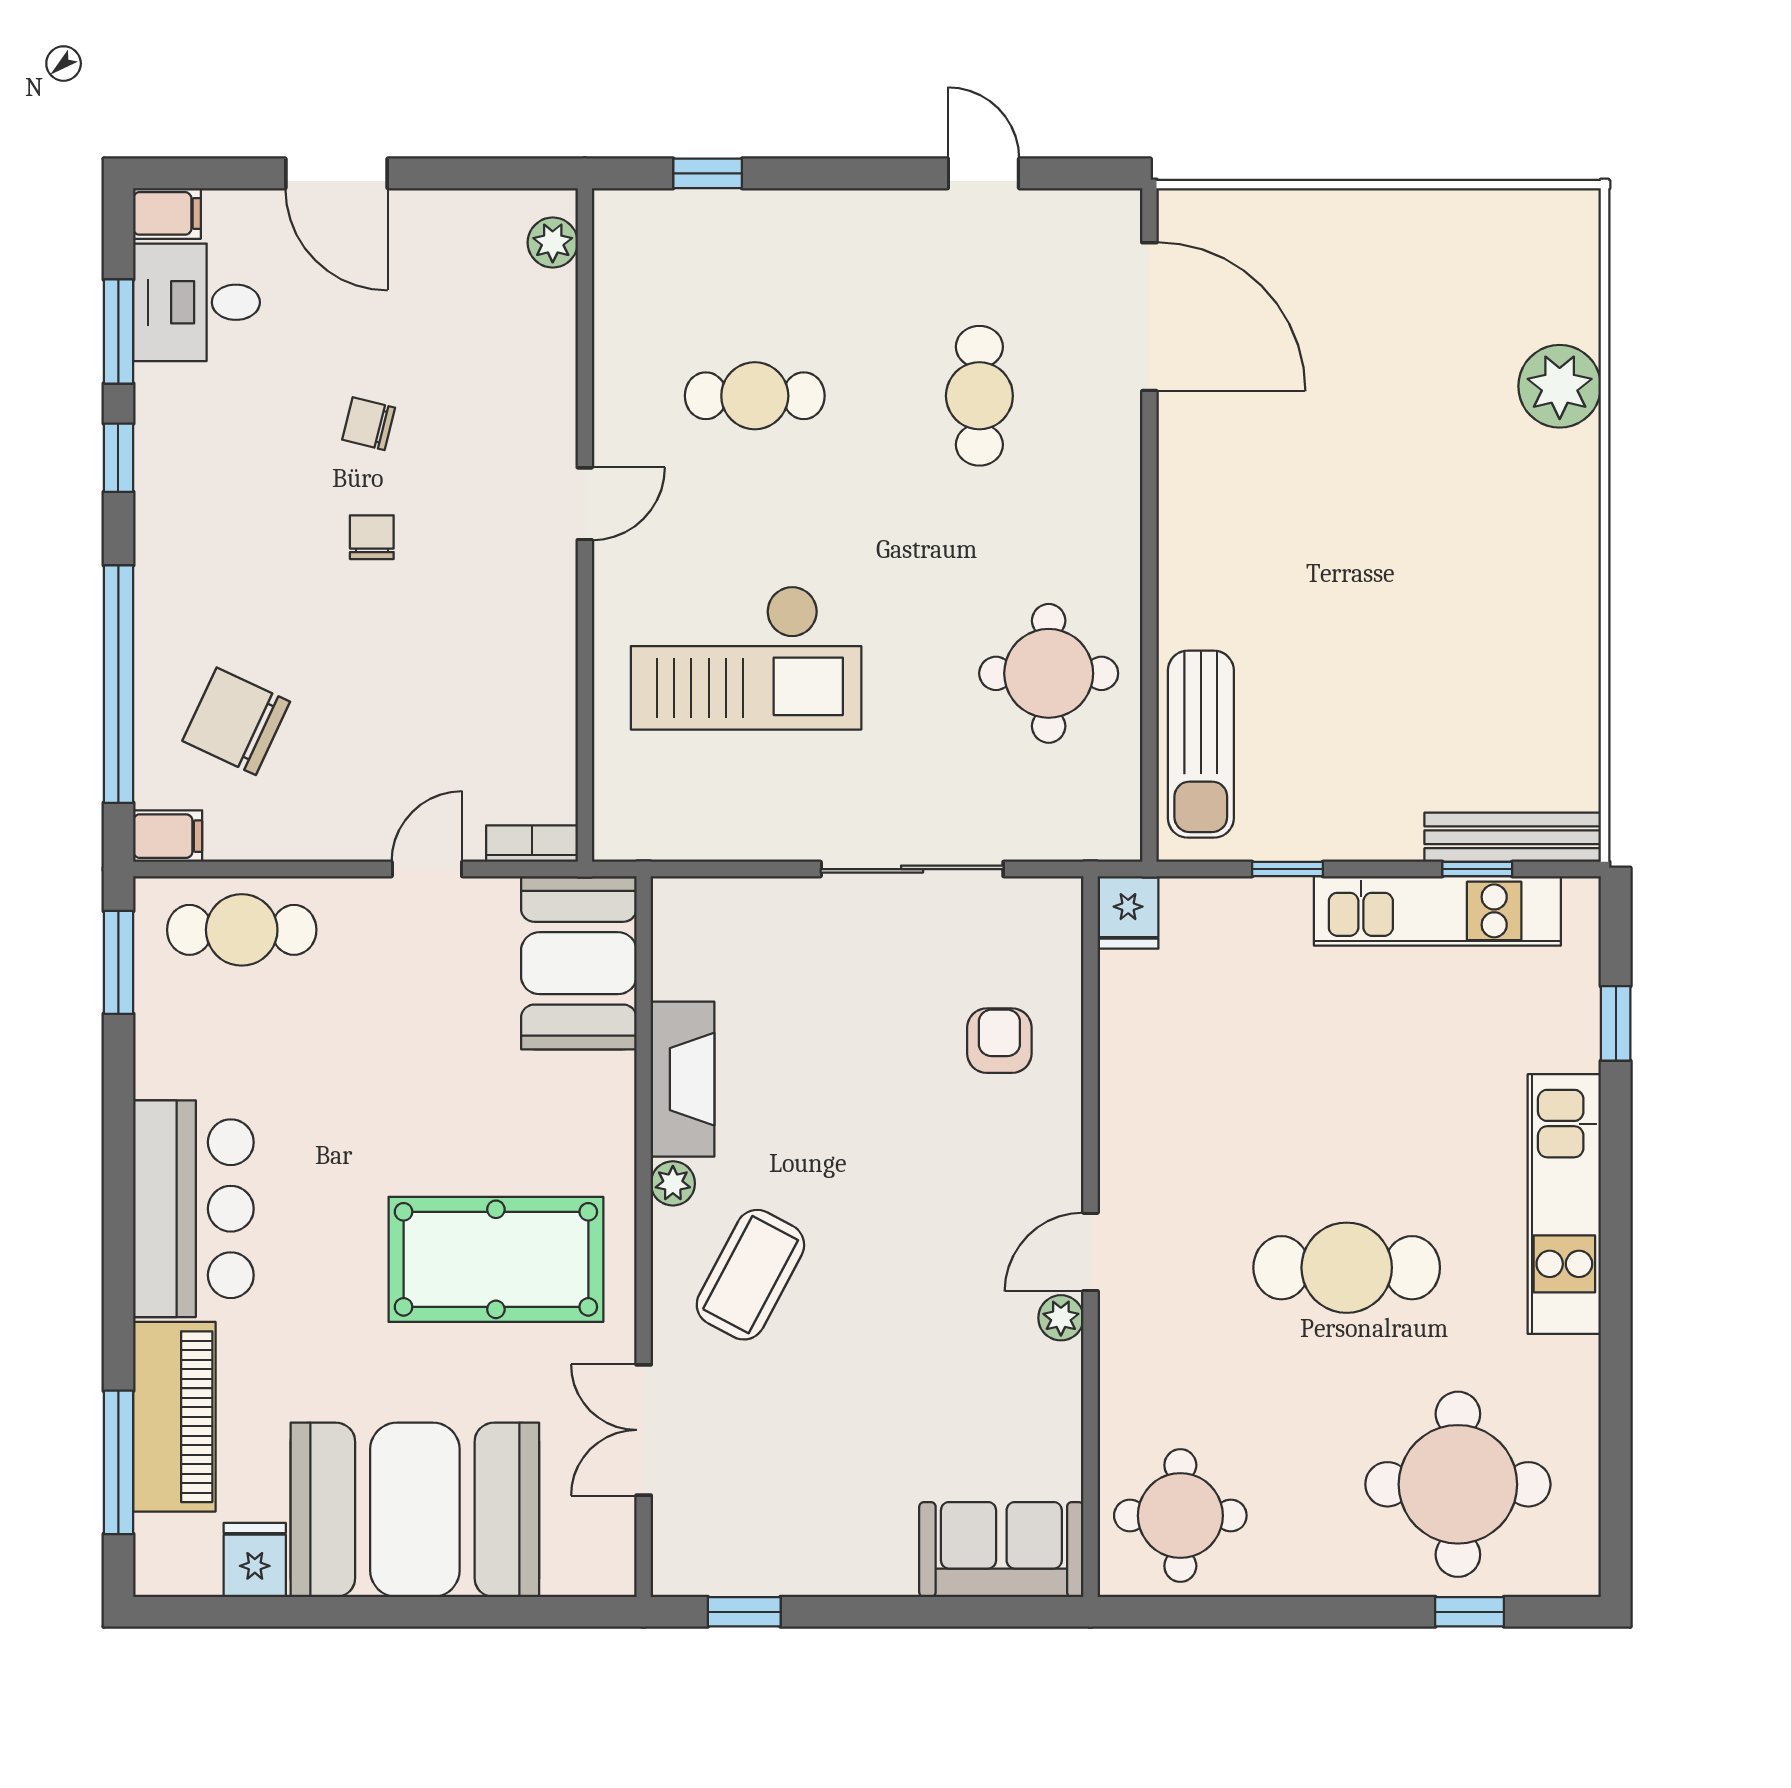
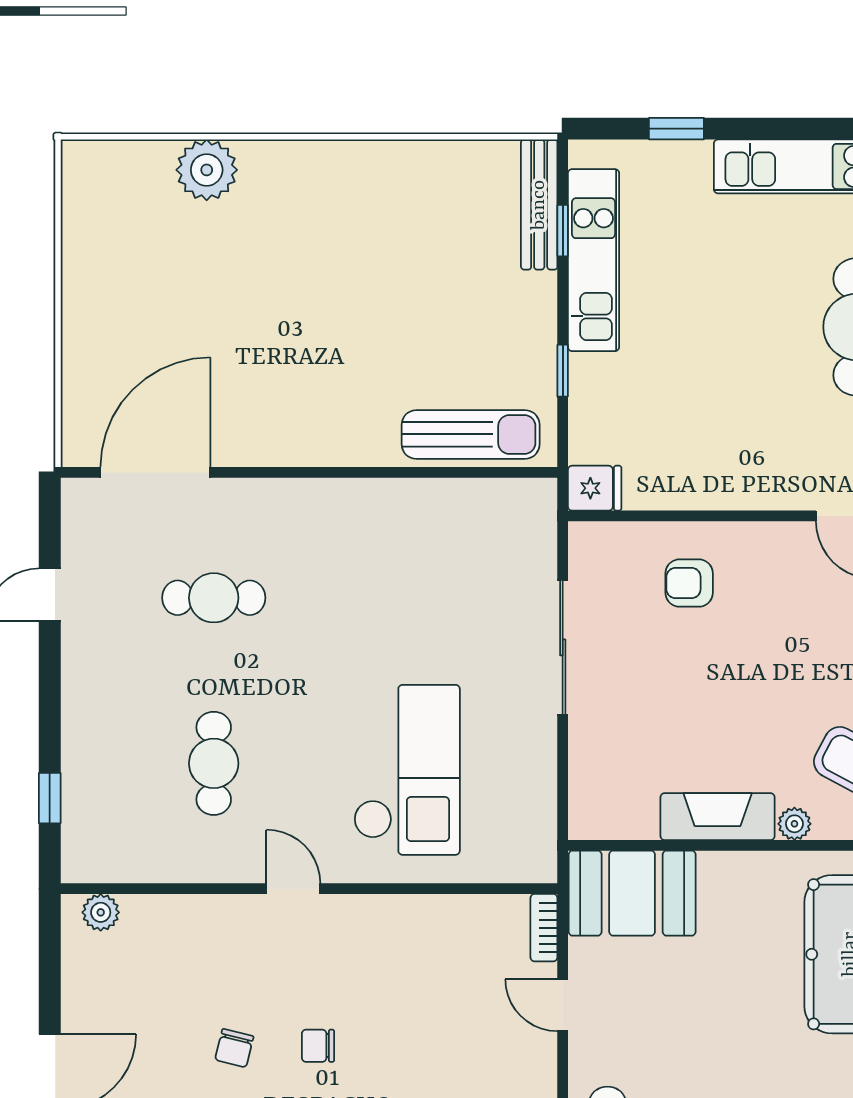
round table: (1049, 673) -> (418, 547), removed

